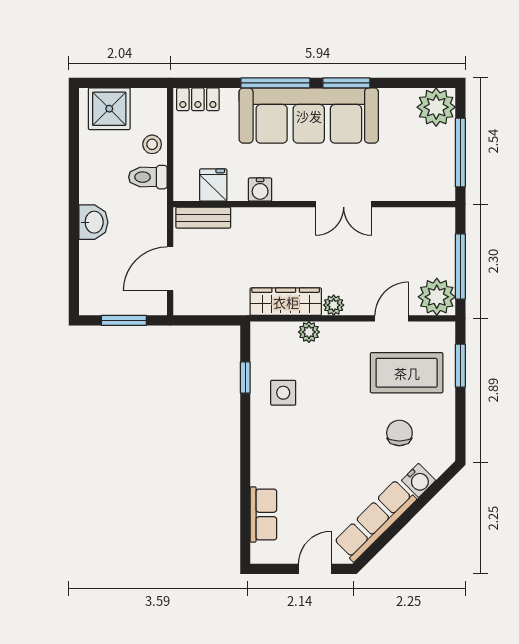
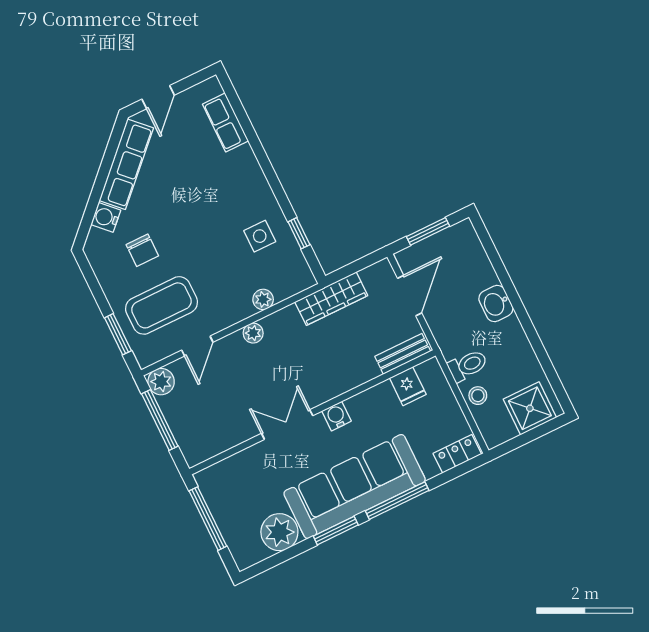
plant: (436, 107) -> (279, 532), moved
water cooler: (260, 190) -> (336, 416), moved
plant: (437, 297) -> (161, 382), width x0.73, depth x0.73
wardrobe: (286, 302) -> (331, 299), moved

